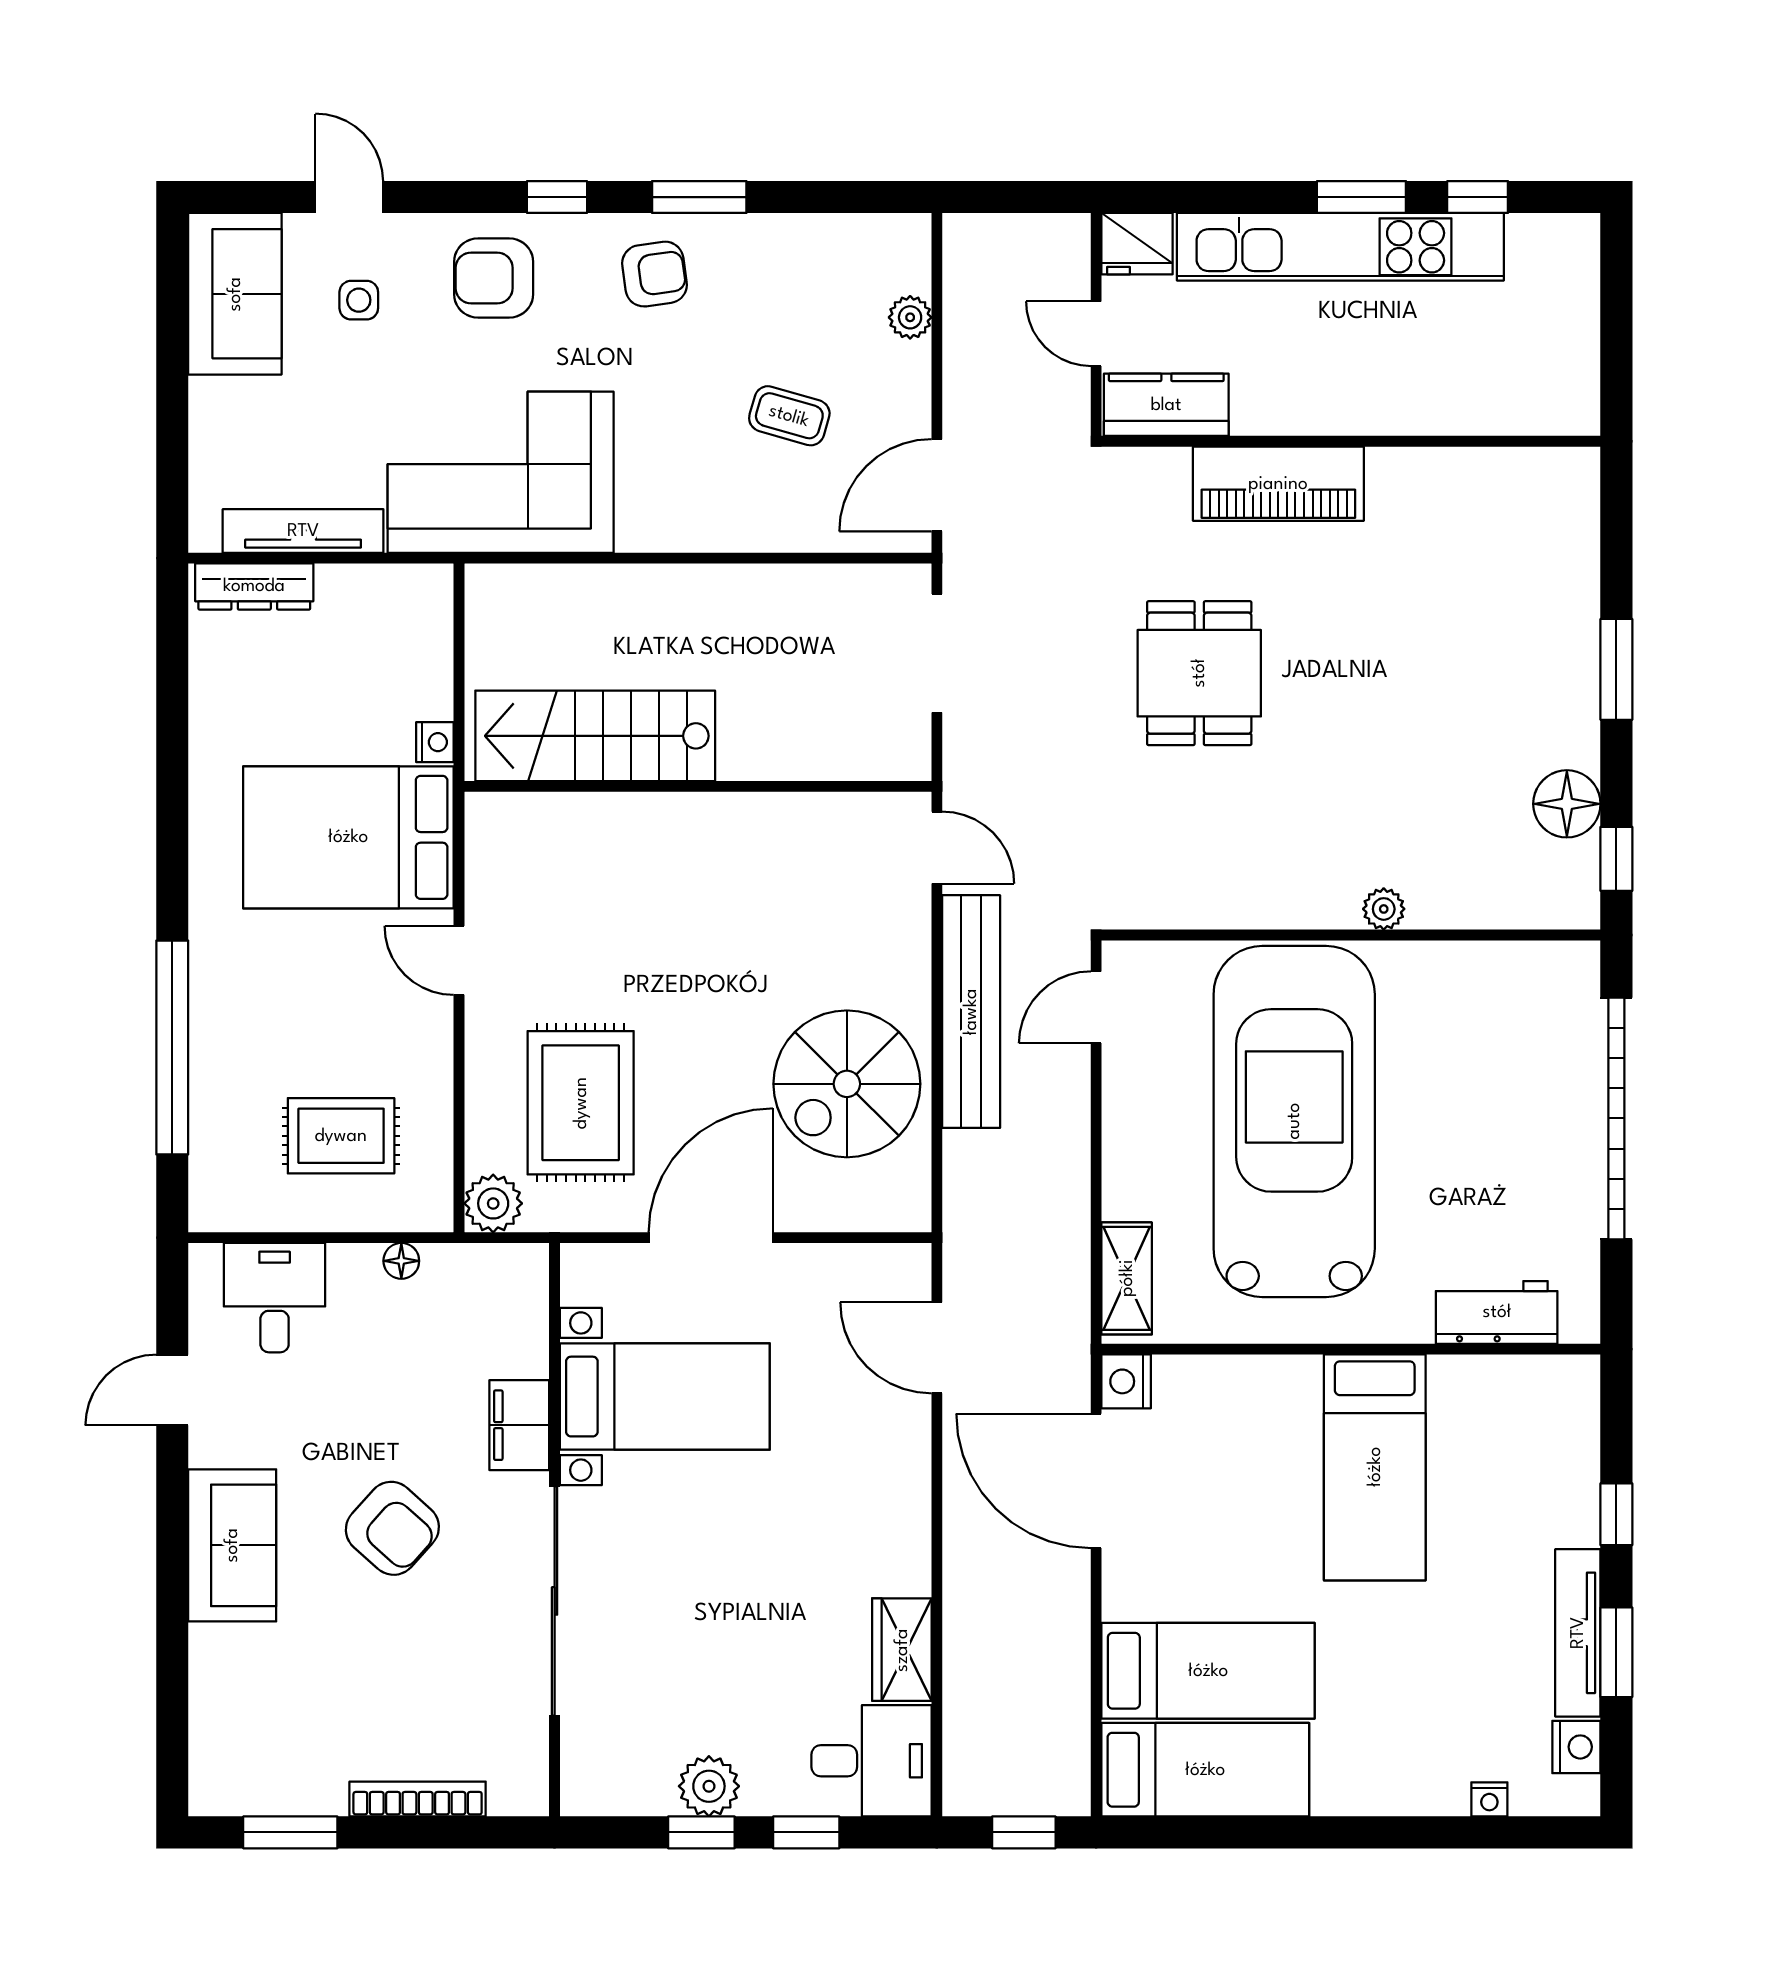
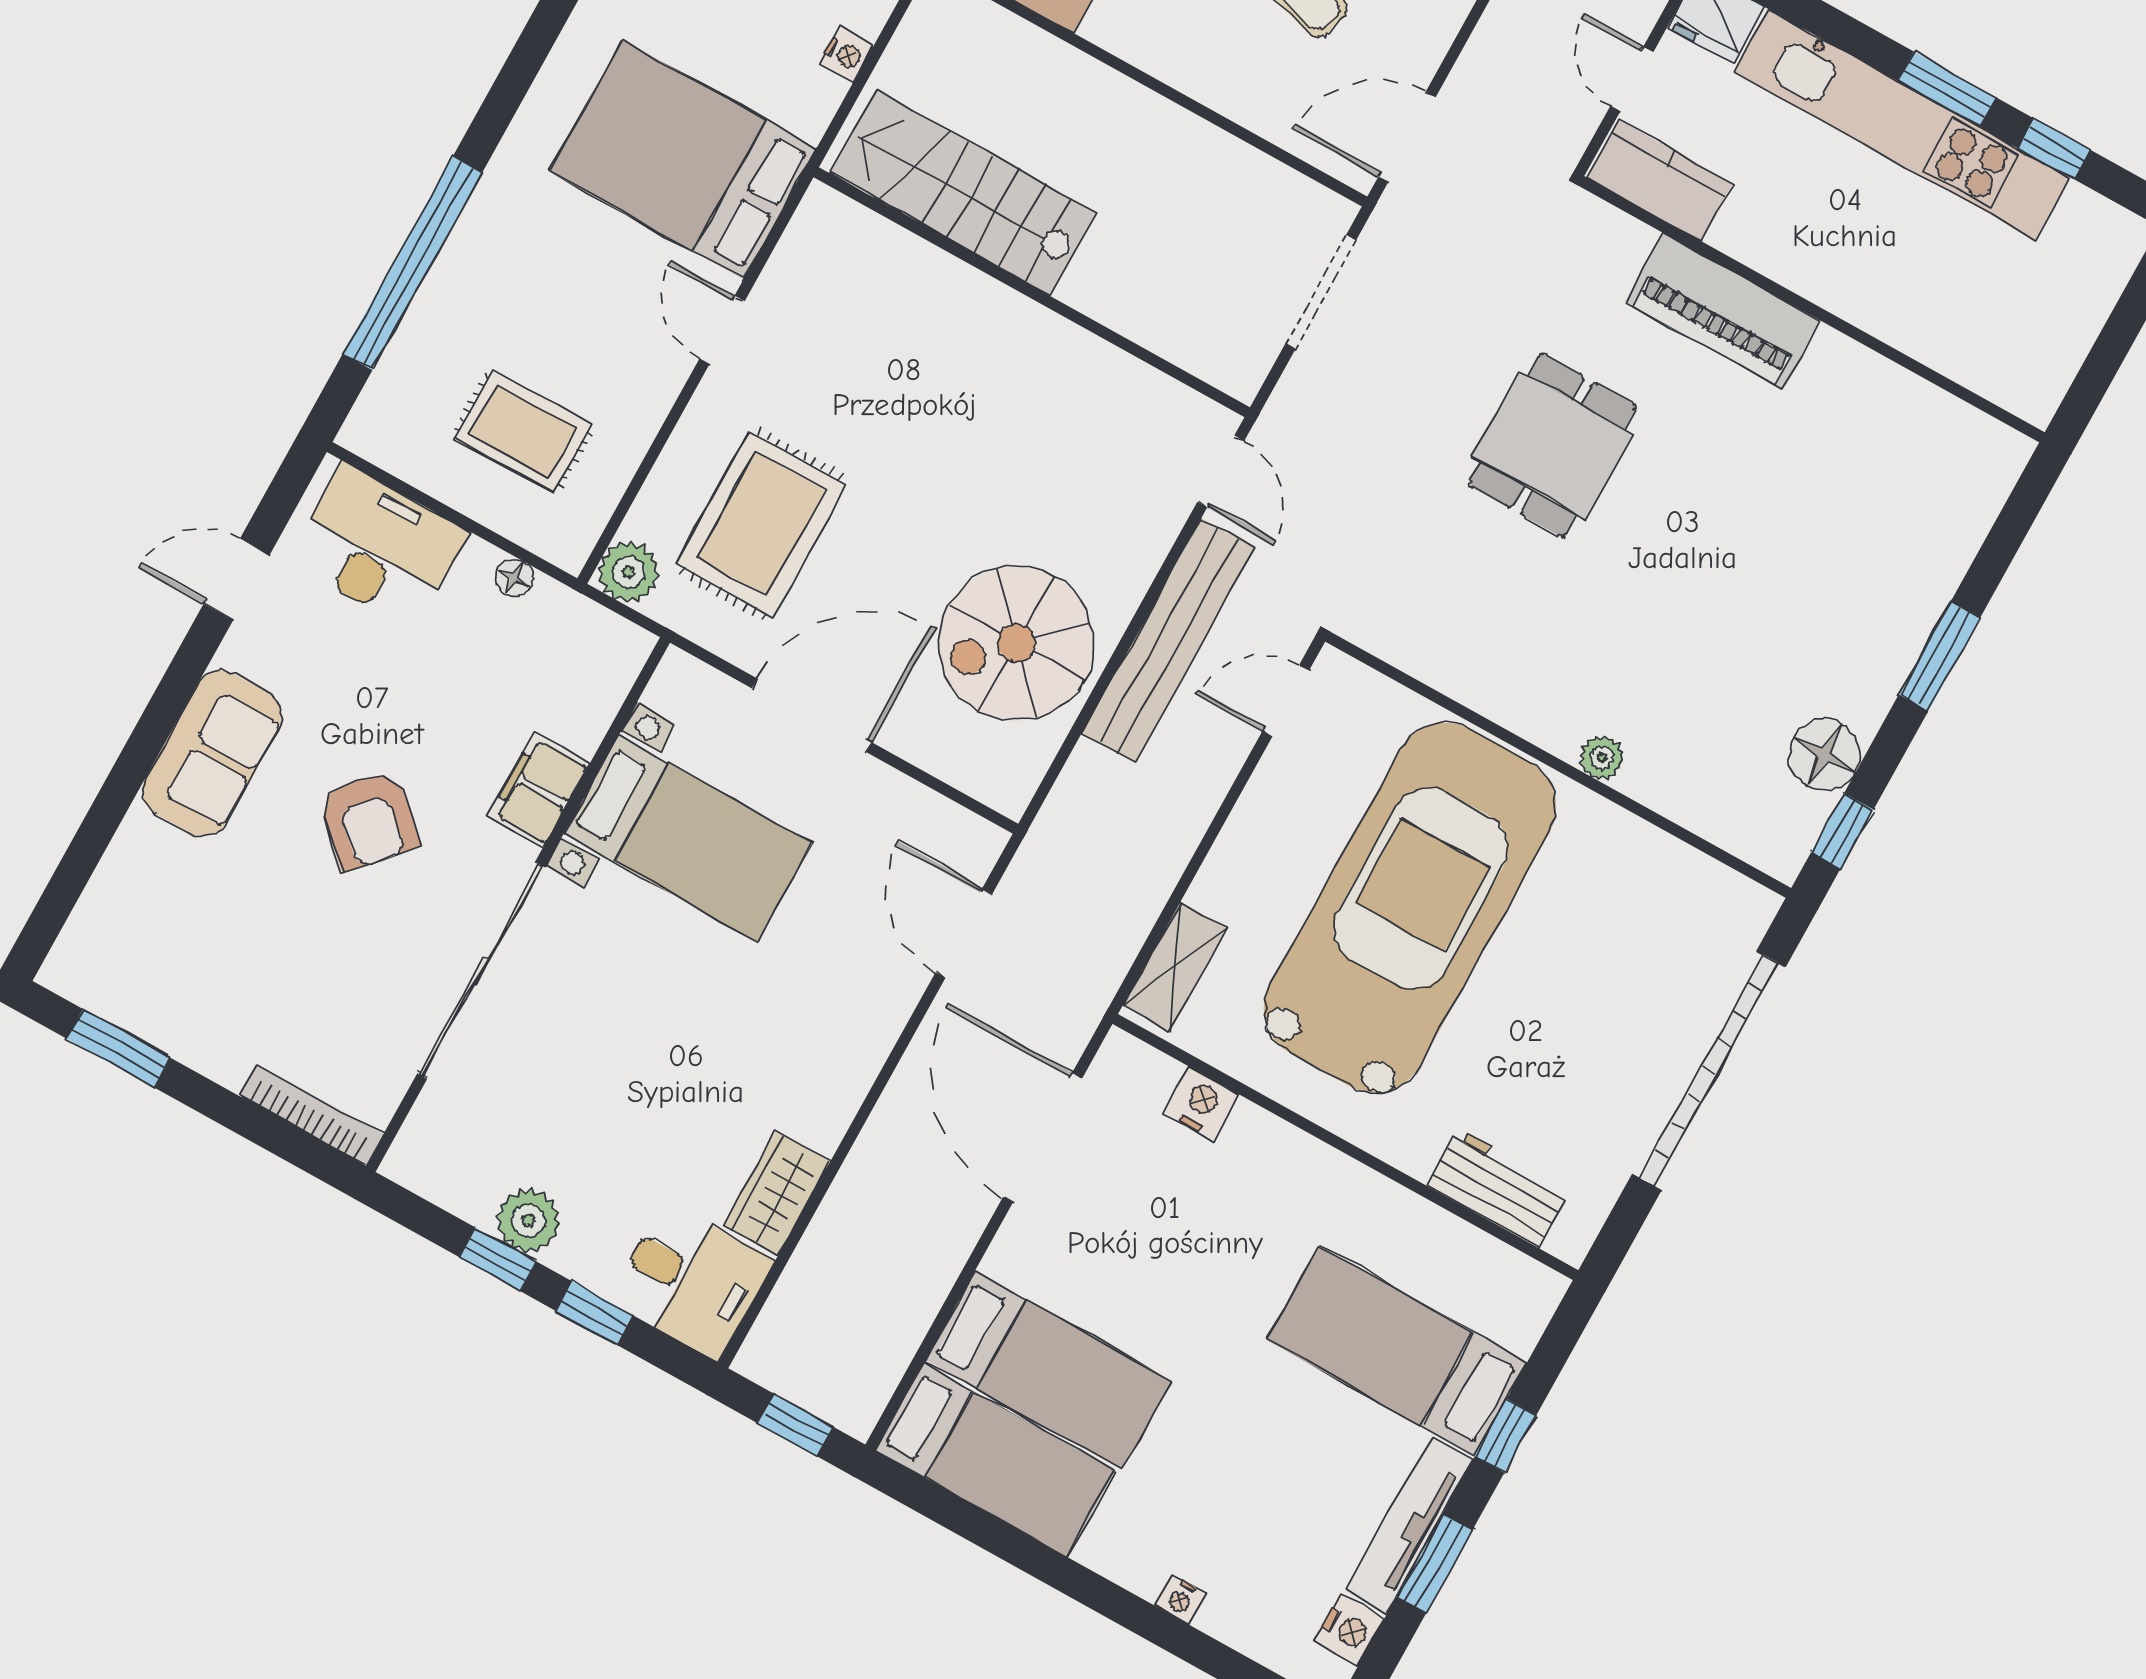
nightstand: (435, 742) -> (846, 55), moved
desk: (275, 1298) -> (378, 547), width x1.37
nightstand: (1126, 1381) -> (1201, 1103), moved, turned 90
bed: (1375, 1467) -> (1397, 1351), moved, turned 90
bookcase: (418, 1799) -> (312, 1115), moved
nightstand: (1489, 1799) -> (1181, 1600), moved

